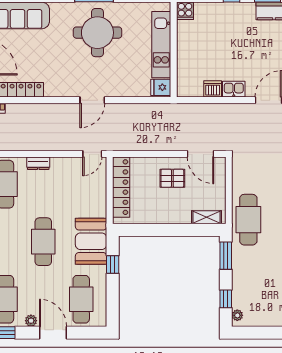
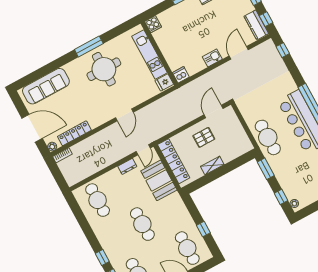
dishwasher: (213, 89) -> (181, 75), moved
door: (201, 154) -> (213, 112), swing flipped
dresser: (38, 163) -> (127, 166), moved
shelving: (207, 217) -> (212, 165), moved
booth: (91, 241) -> (159, 180), moved
window: (113, 265) -> (203, 229), moved

